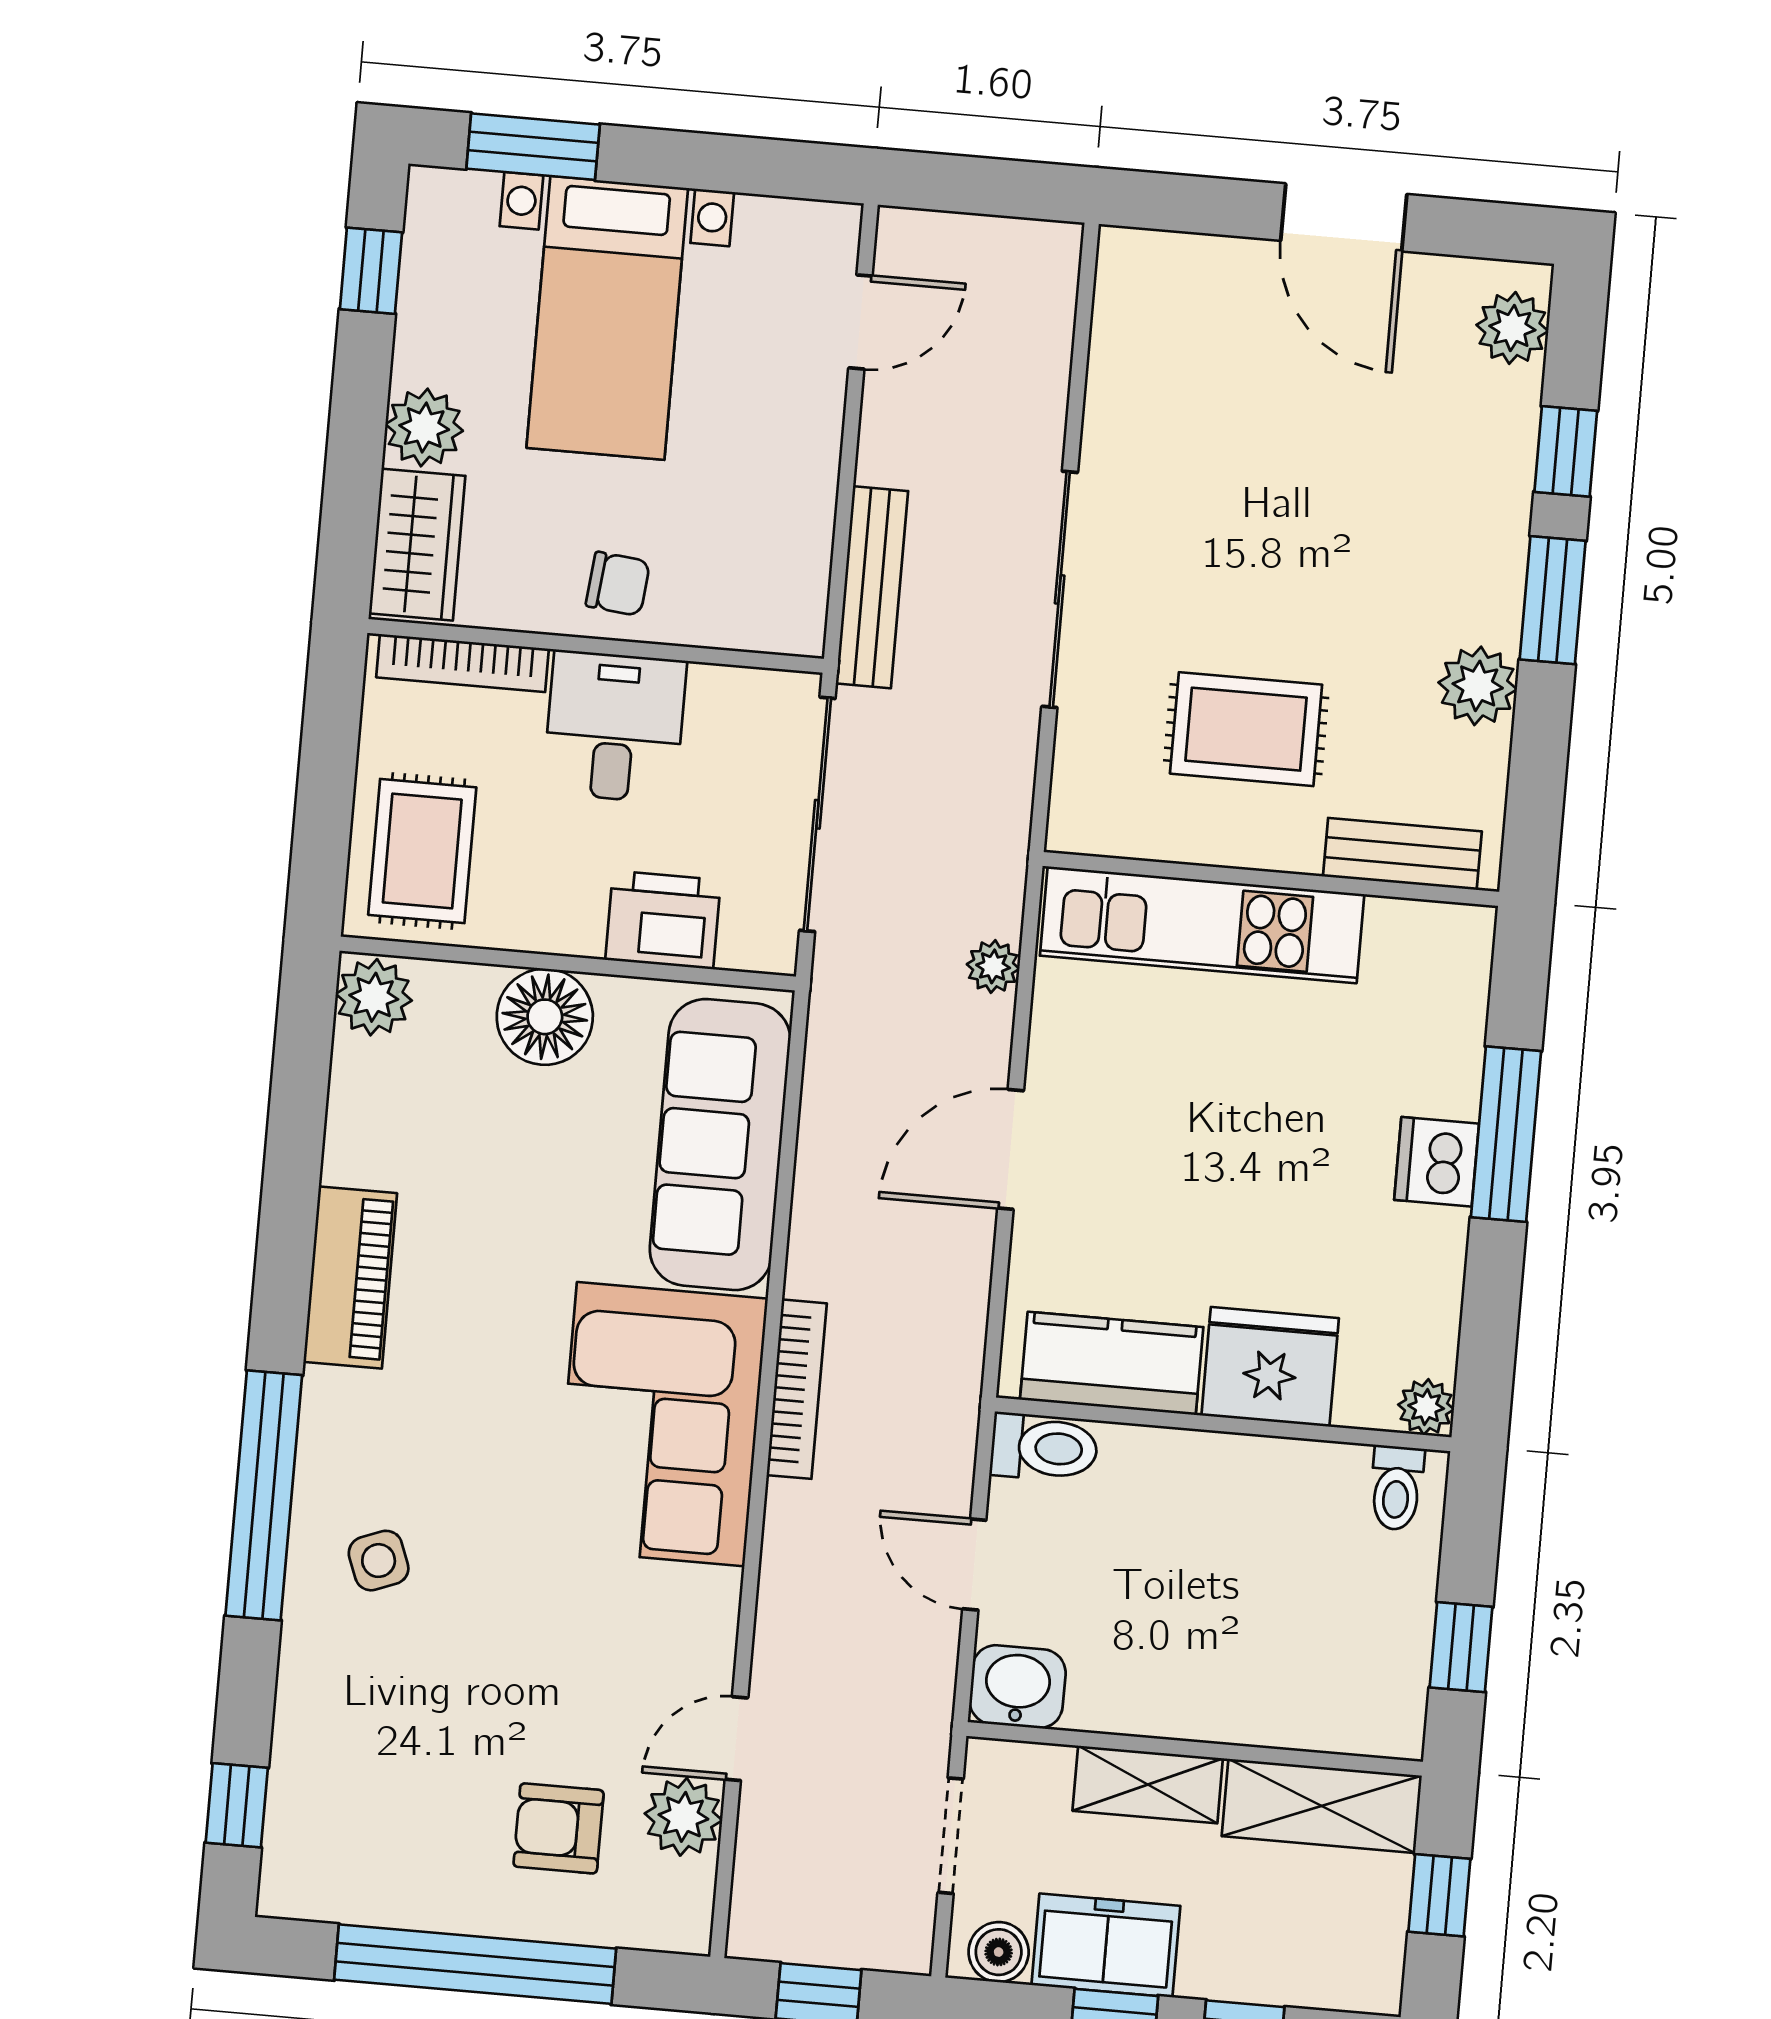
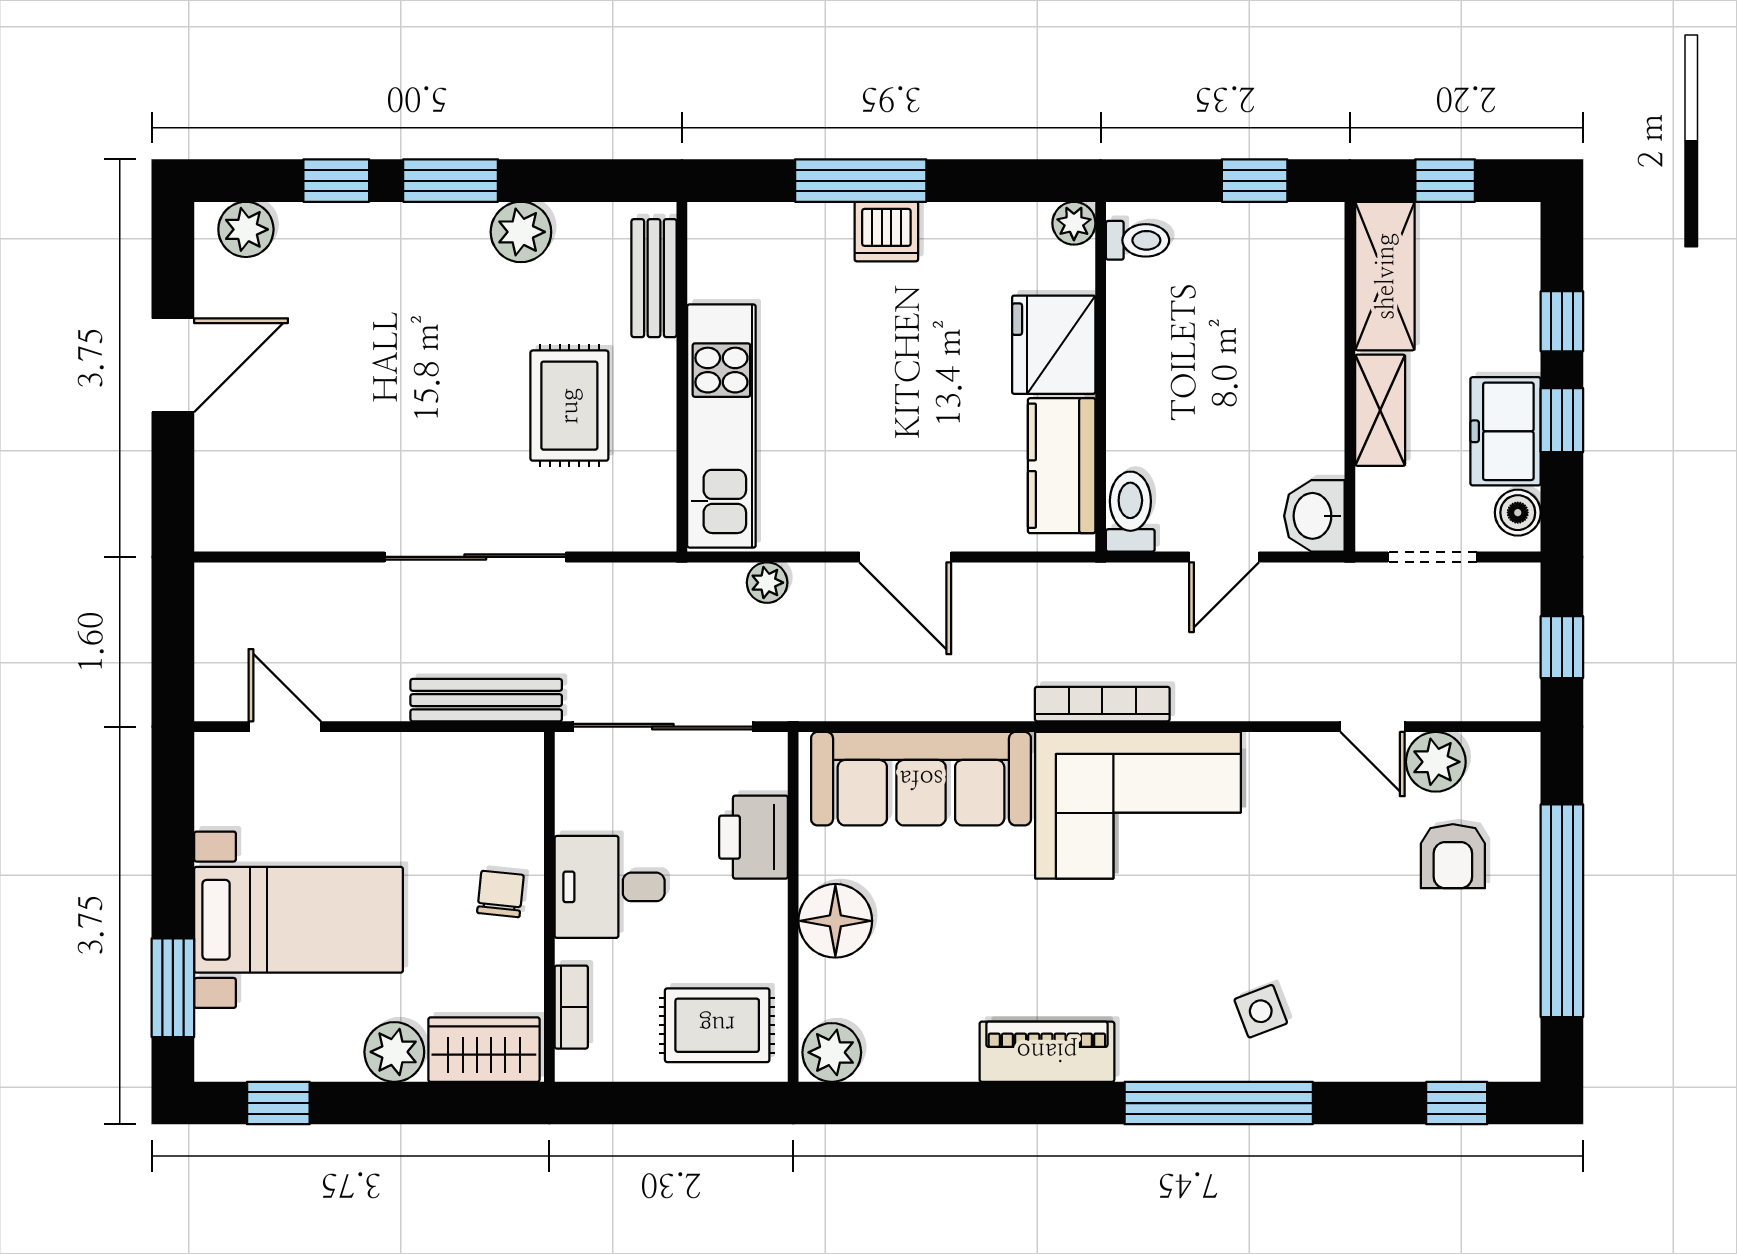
bookcase: (463, 663) -> (571, 1007), width x0.64

